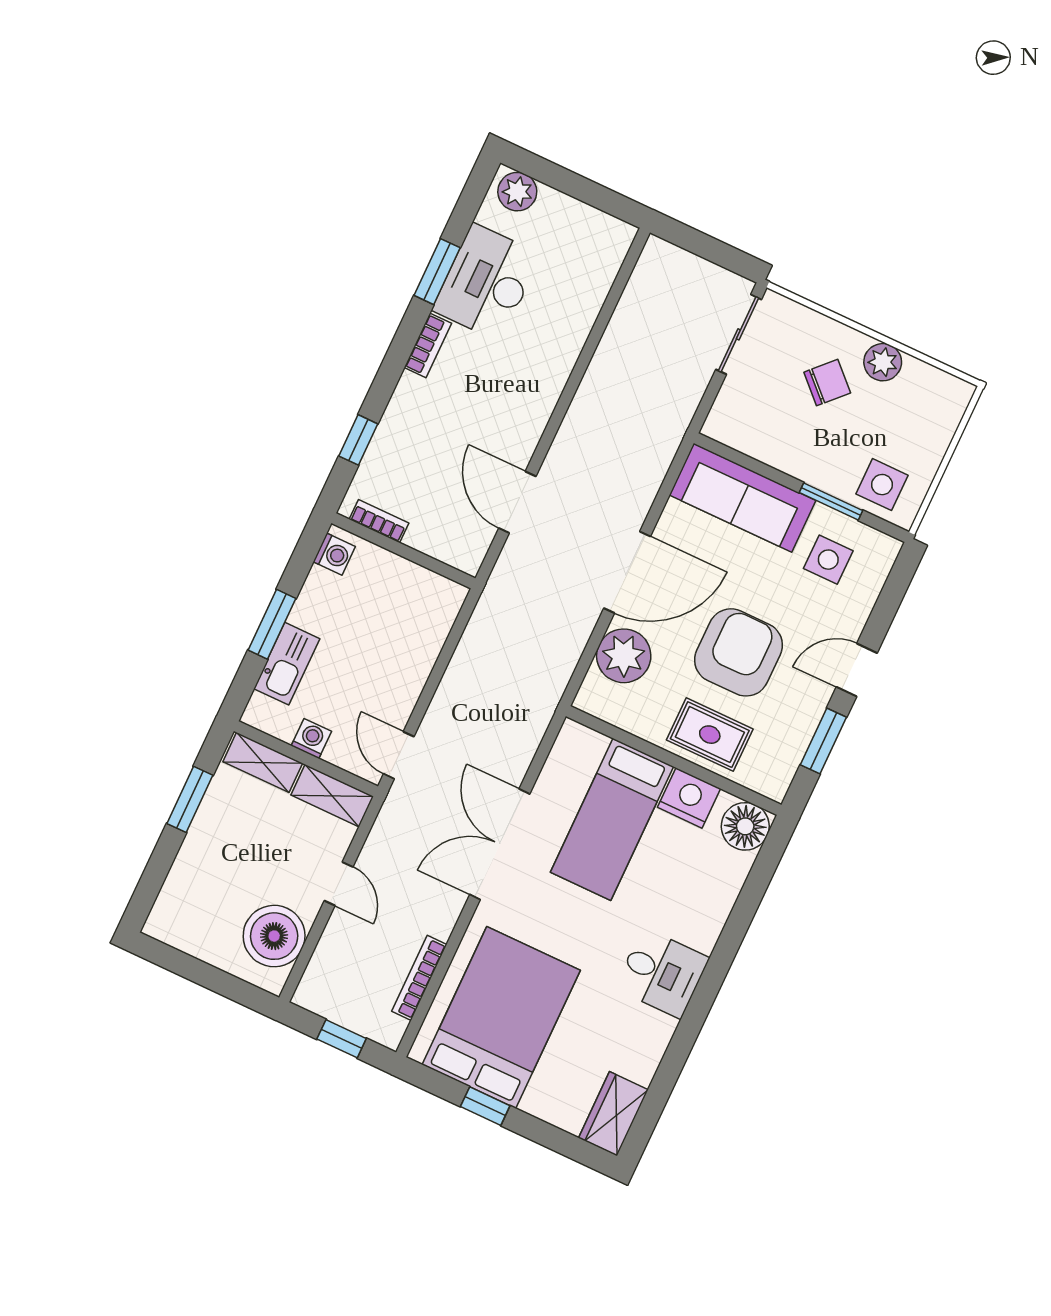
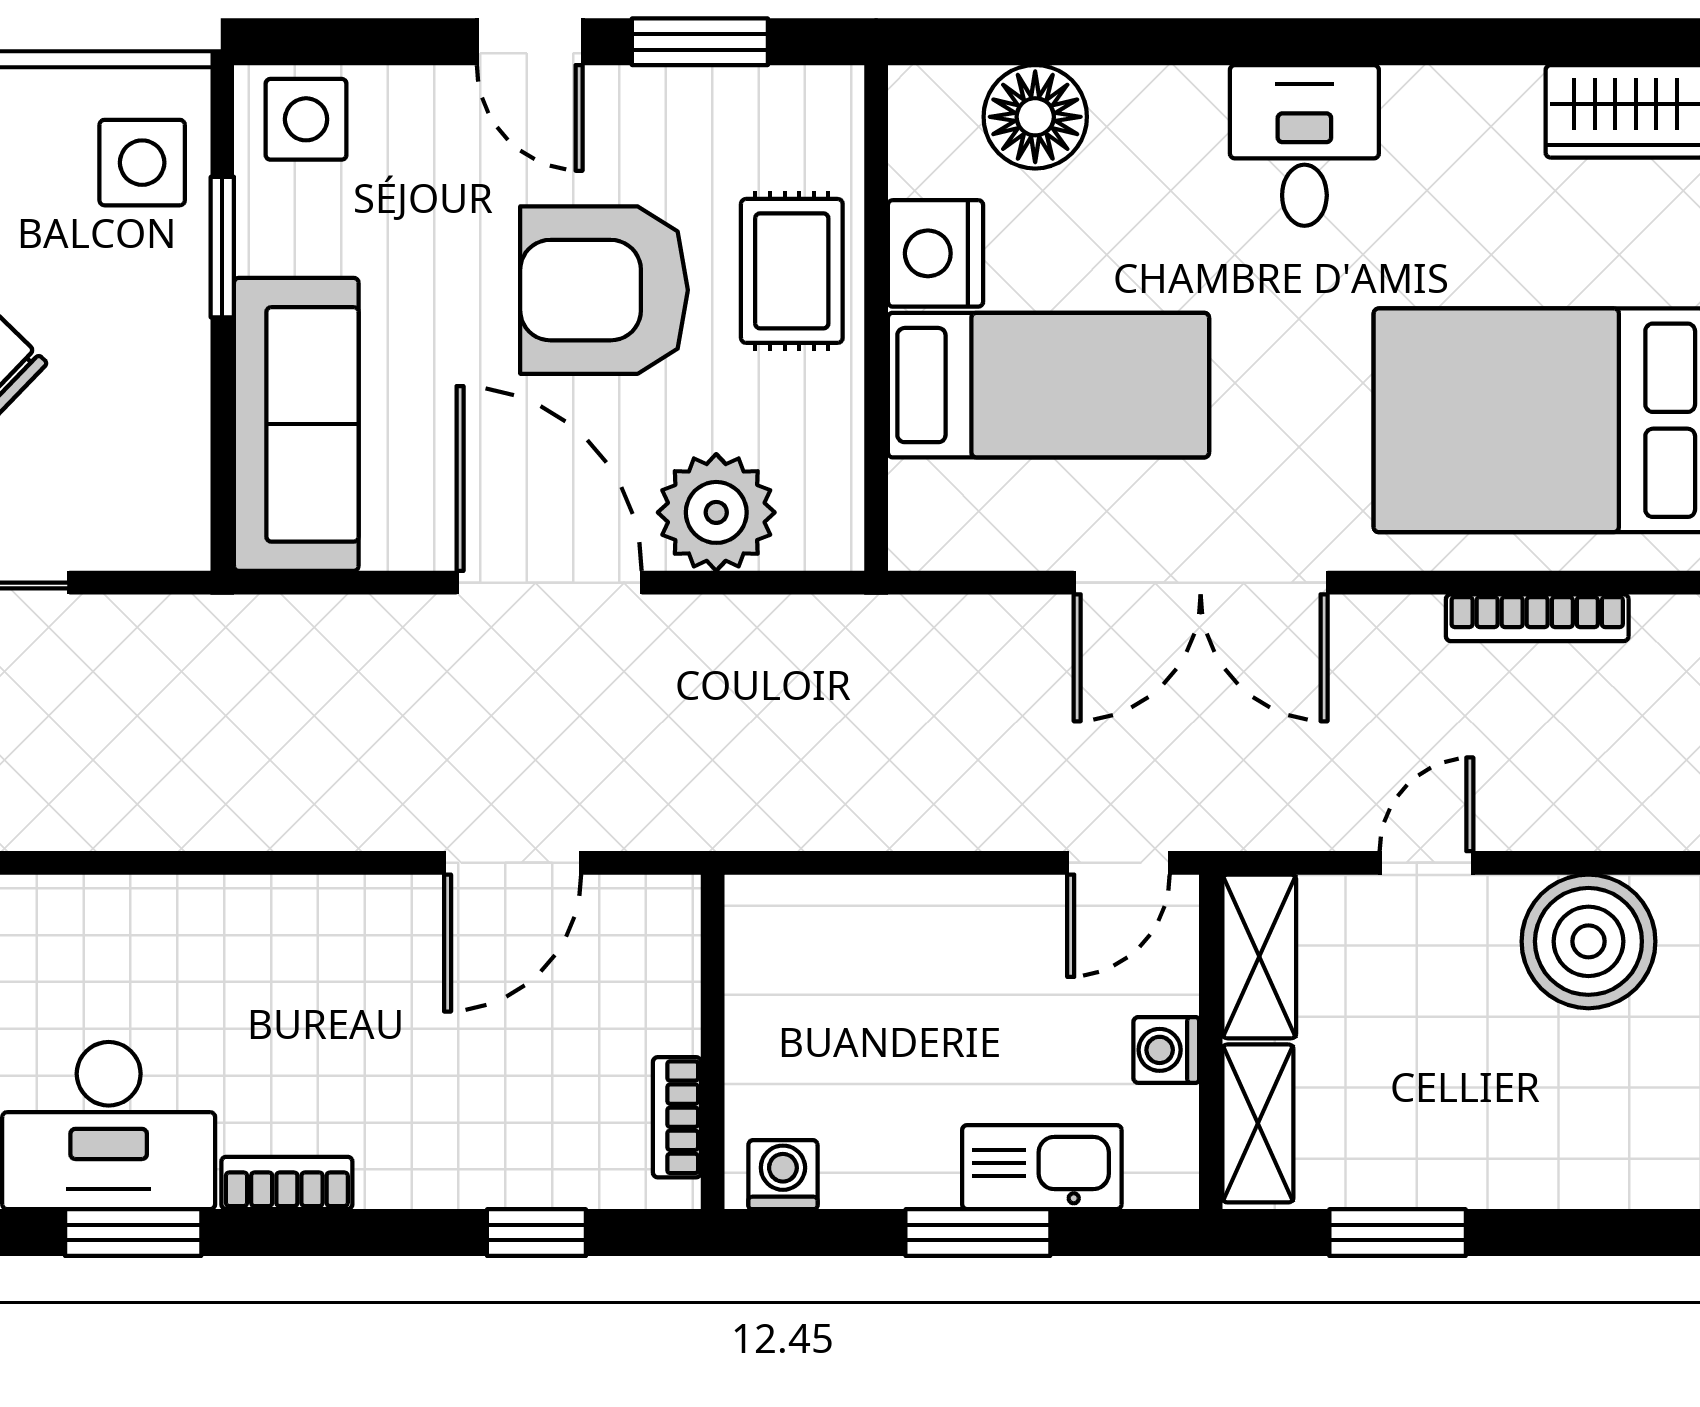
side table: (828, 560) -> (306, 119), moved
floor lamp: (745, 826) -> (1035, 117), moved

